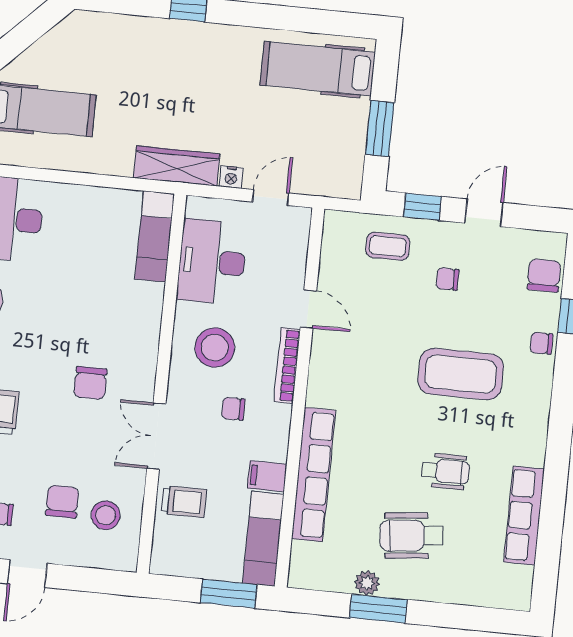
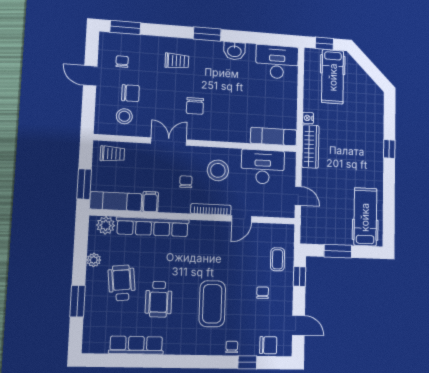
nightstand: (231, 177) -> (308, 118), moved
door: (484, 213) -> (298, 325), moved
chair: (90, 383) -> (195, 106), turned -90
wheelchair: (445, 471) -> (159, 299), width x1.36, depth x1.37
trolley: (184, 502) -> (112, 154), moved, turned -90
plant: (306, 559) -> (106, 225), added
window: (378, 609) -> (78, 301), moved

